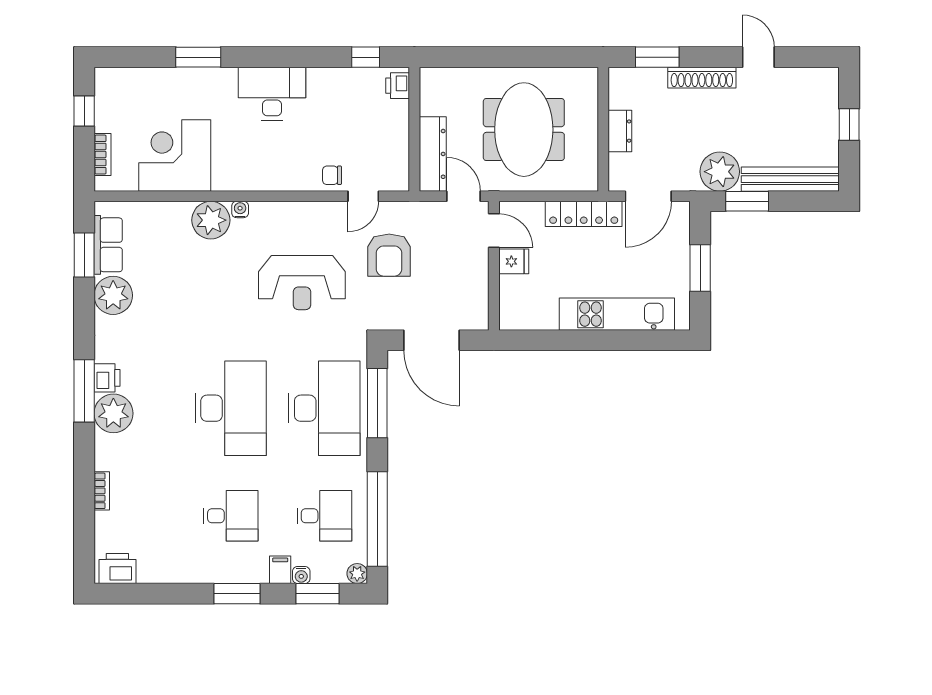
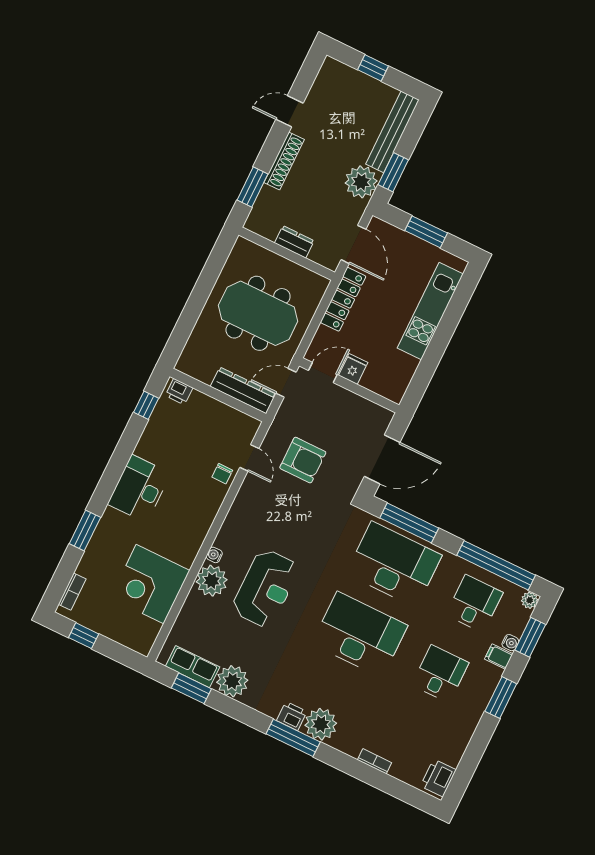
bookcase: (102, 155) -> (72, 592), moved, turned 90
reception desk: (302, 283) -> (265, 588), moved

